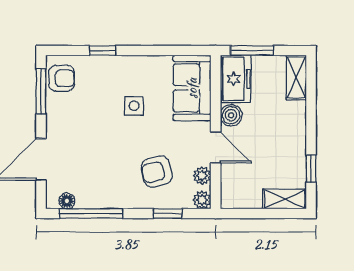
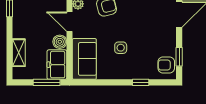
shelving: (296, 78) -> (19, 53), moved
window: (41, 91) -> (179, 57), width x0.67

